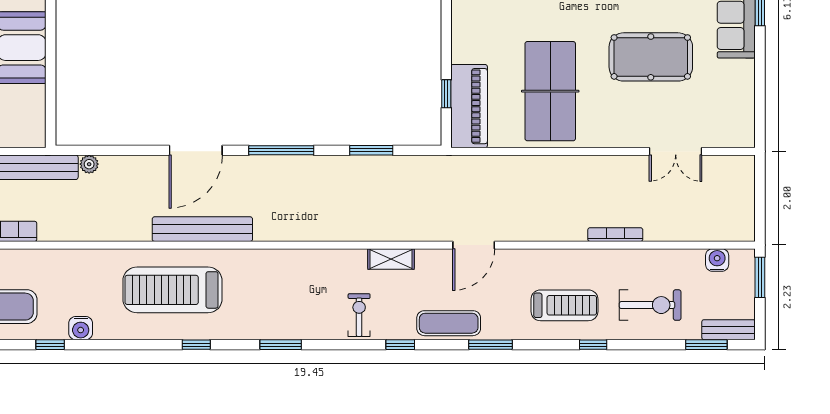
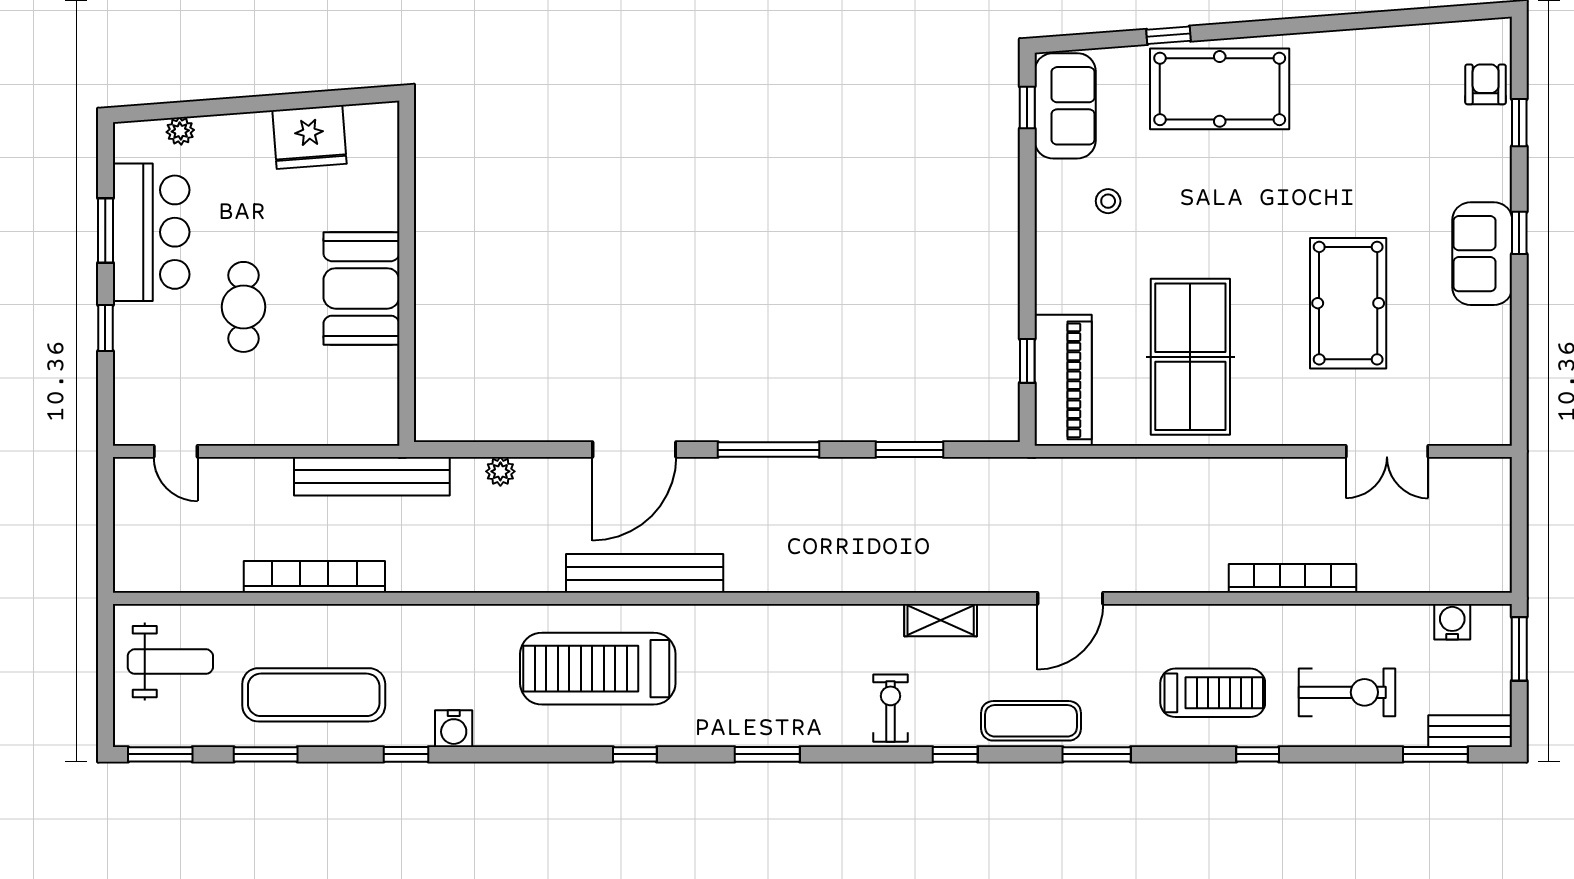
pool table: (651, 57) -> (1348, 303), turned 90
plant: (89, 164) -> (500, 471), moved
bookcase: (615, 235) -> (1292, 578), width x1.48, depth x1.31

